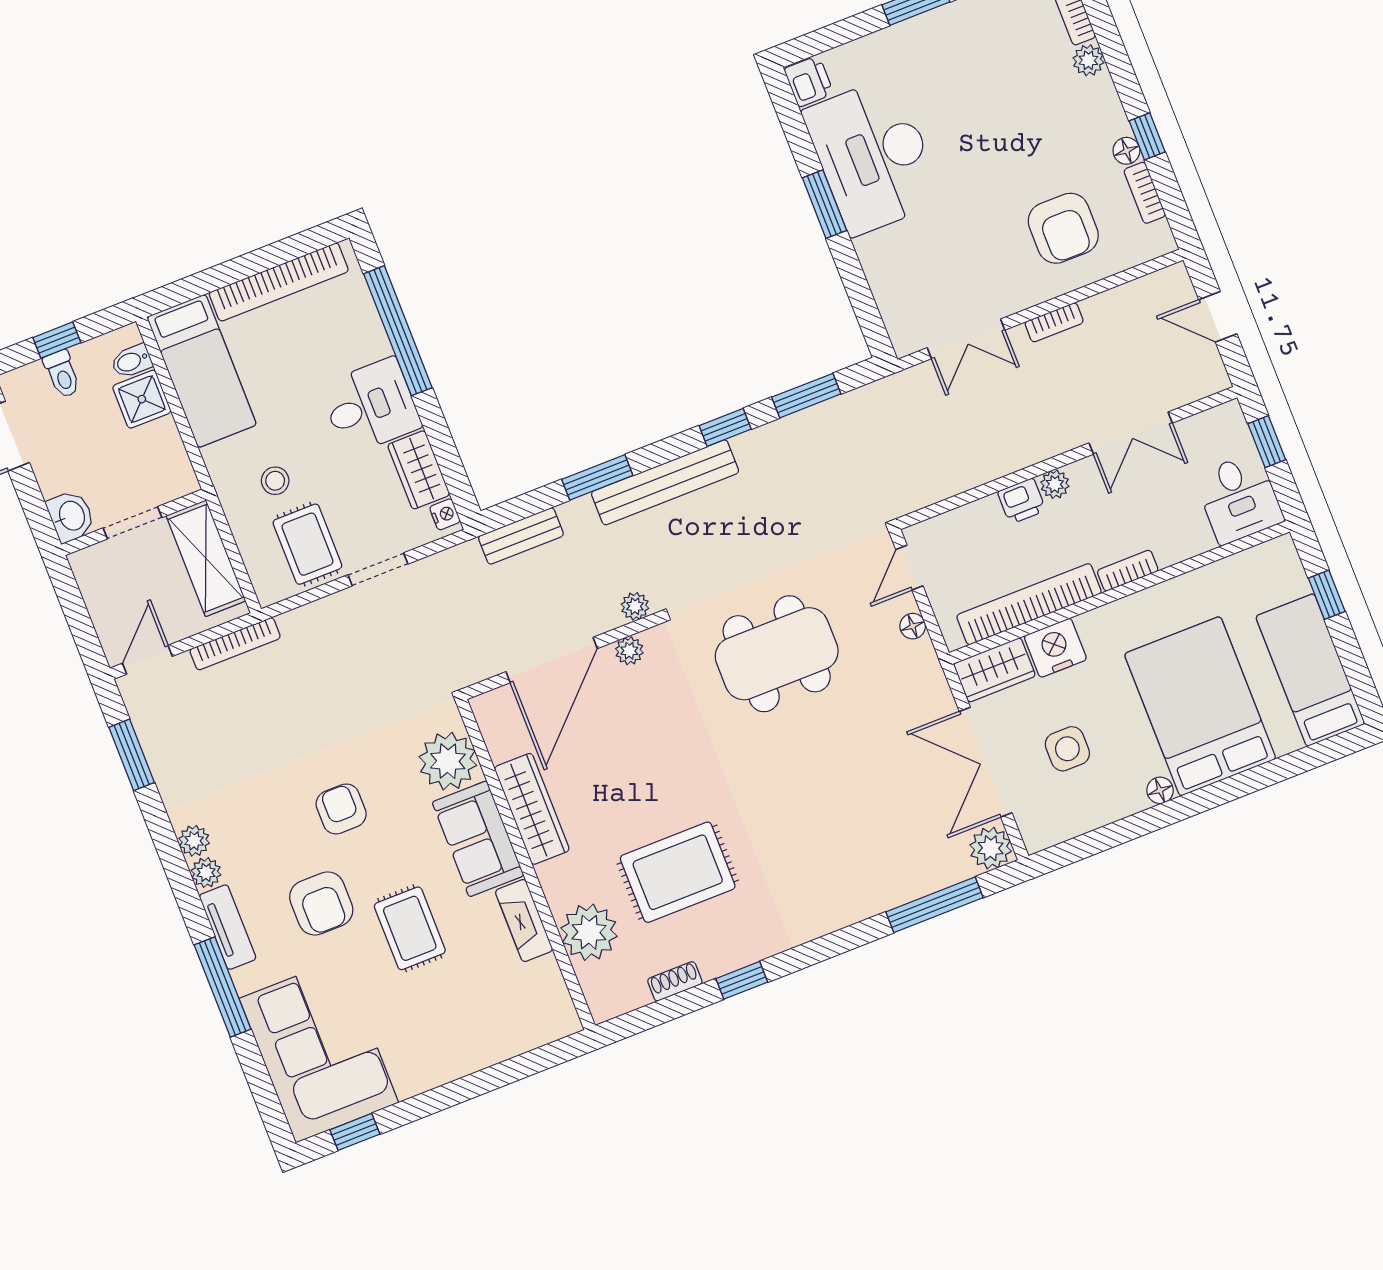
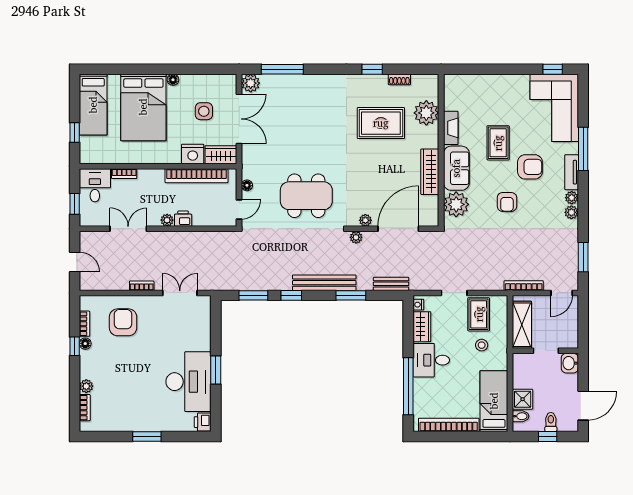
bookcase: (1128, 571) -> (124, 174), moved
armchair: (321, 903) -> (530, 167), turned 90

